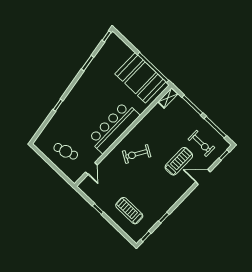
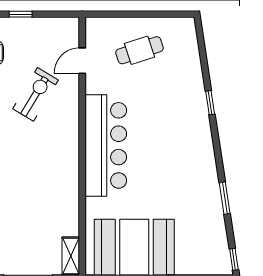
exercise bike: (137, 154) -> (36, 94), moved
door: (91, 168) -> (82, 61), hinge flipped

